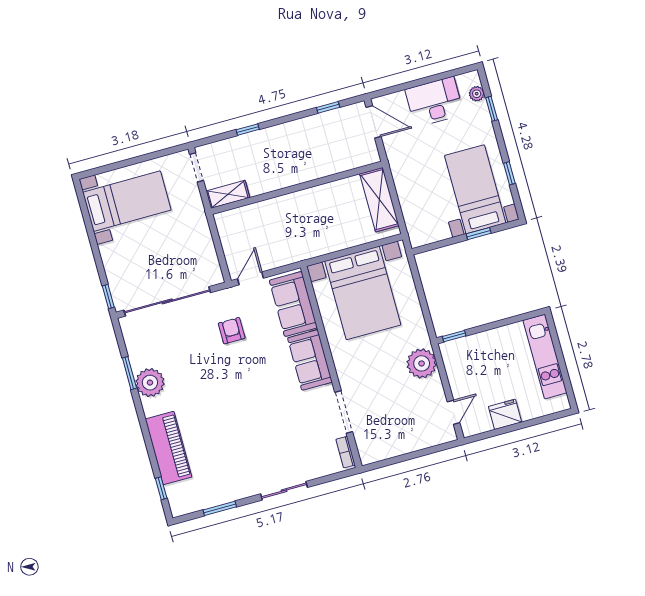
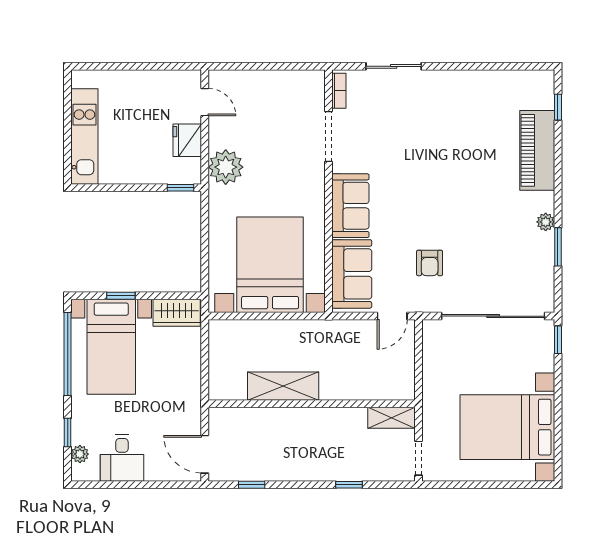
desk: (434, 102) -> (122, 458), width x0.73
window: (509, 173) -> (68, 354), width x3.17
shelving: (379, 200) -> (283, 386), moved, turned 90
bed with nightstands: (127, 201) -> (507, 427), width x1.36
wardrobe: (429, 232) -> (177, 313), added
plant: (150, 383) -> (546, 222), width x0.53, depth x0.53
door: (454, 412) -> (205, 102), swing flipped
fridge: (505, 414) -> (187, 140), moved, turned 90
sliding door: (284, 491) -> (394, 66), moved
window: (220, 508) -> (498, 66), removed

